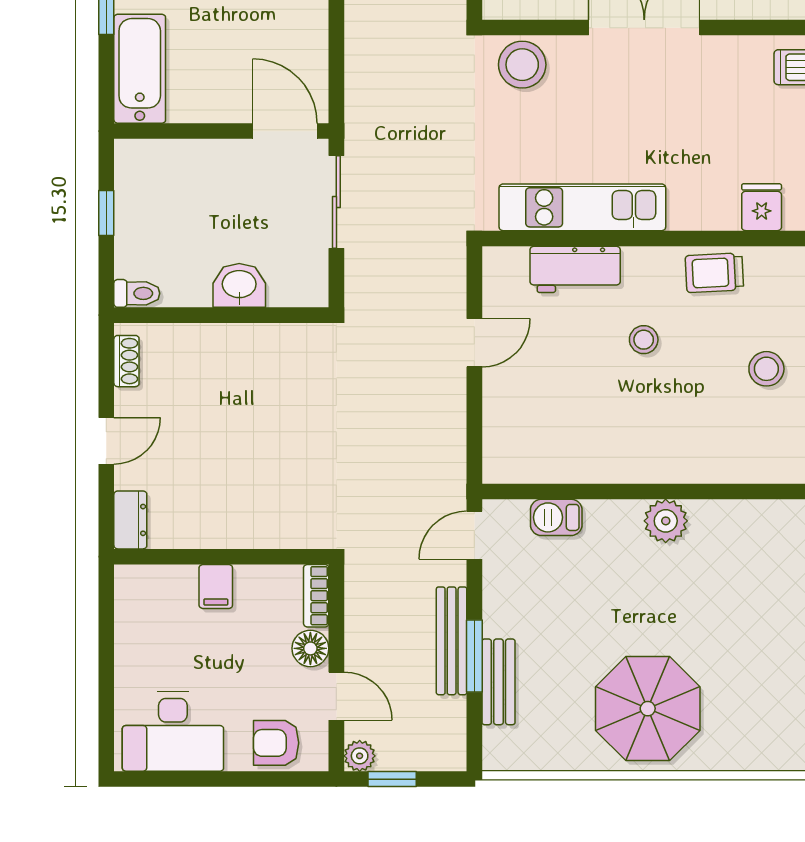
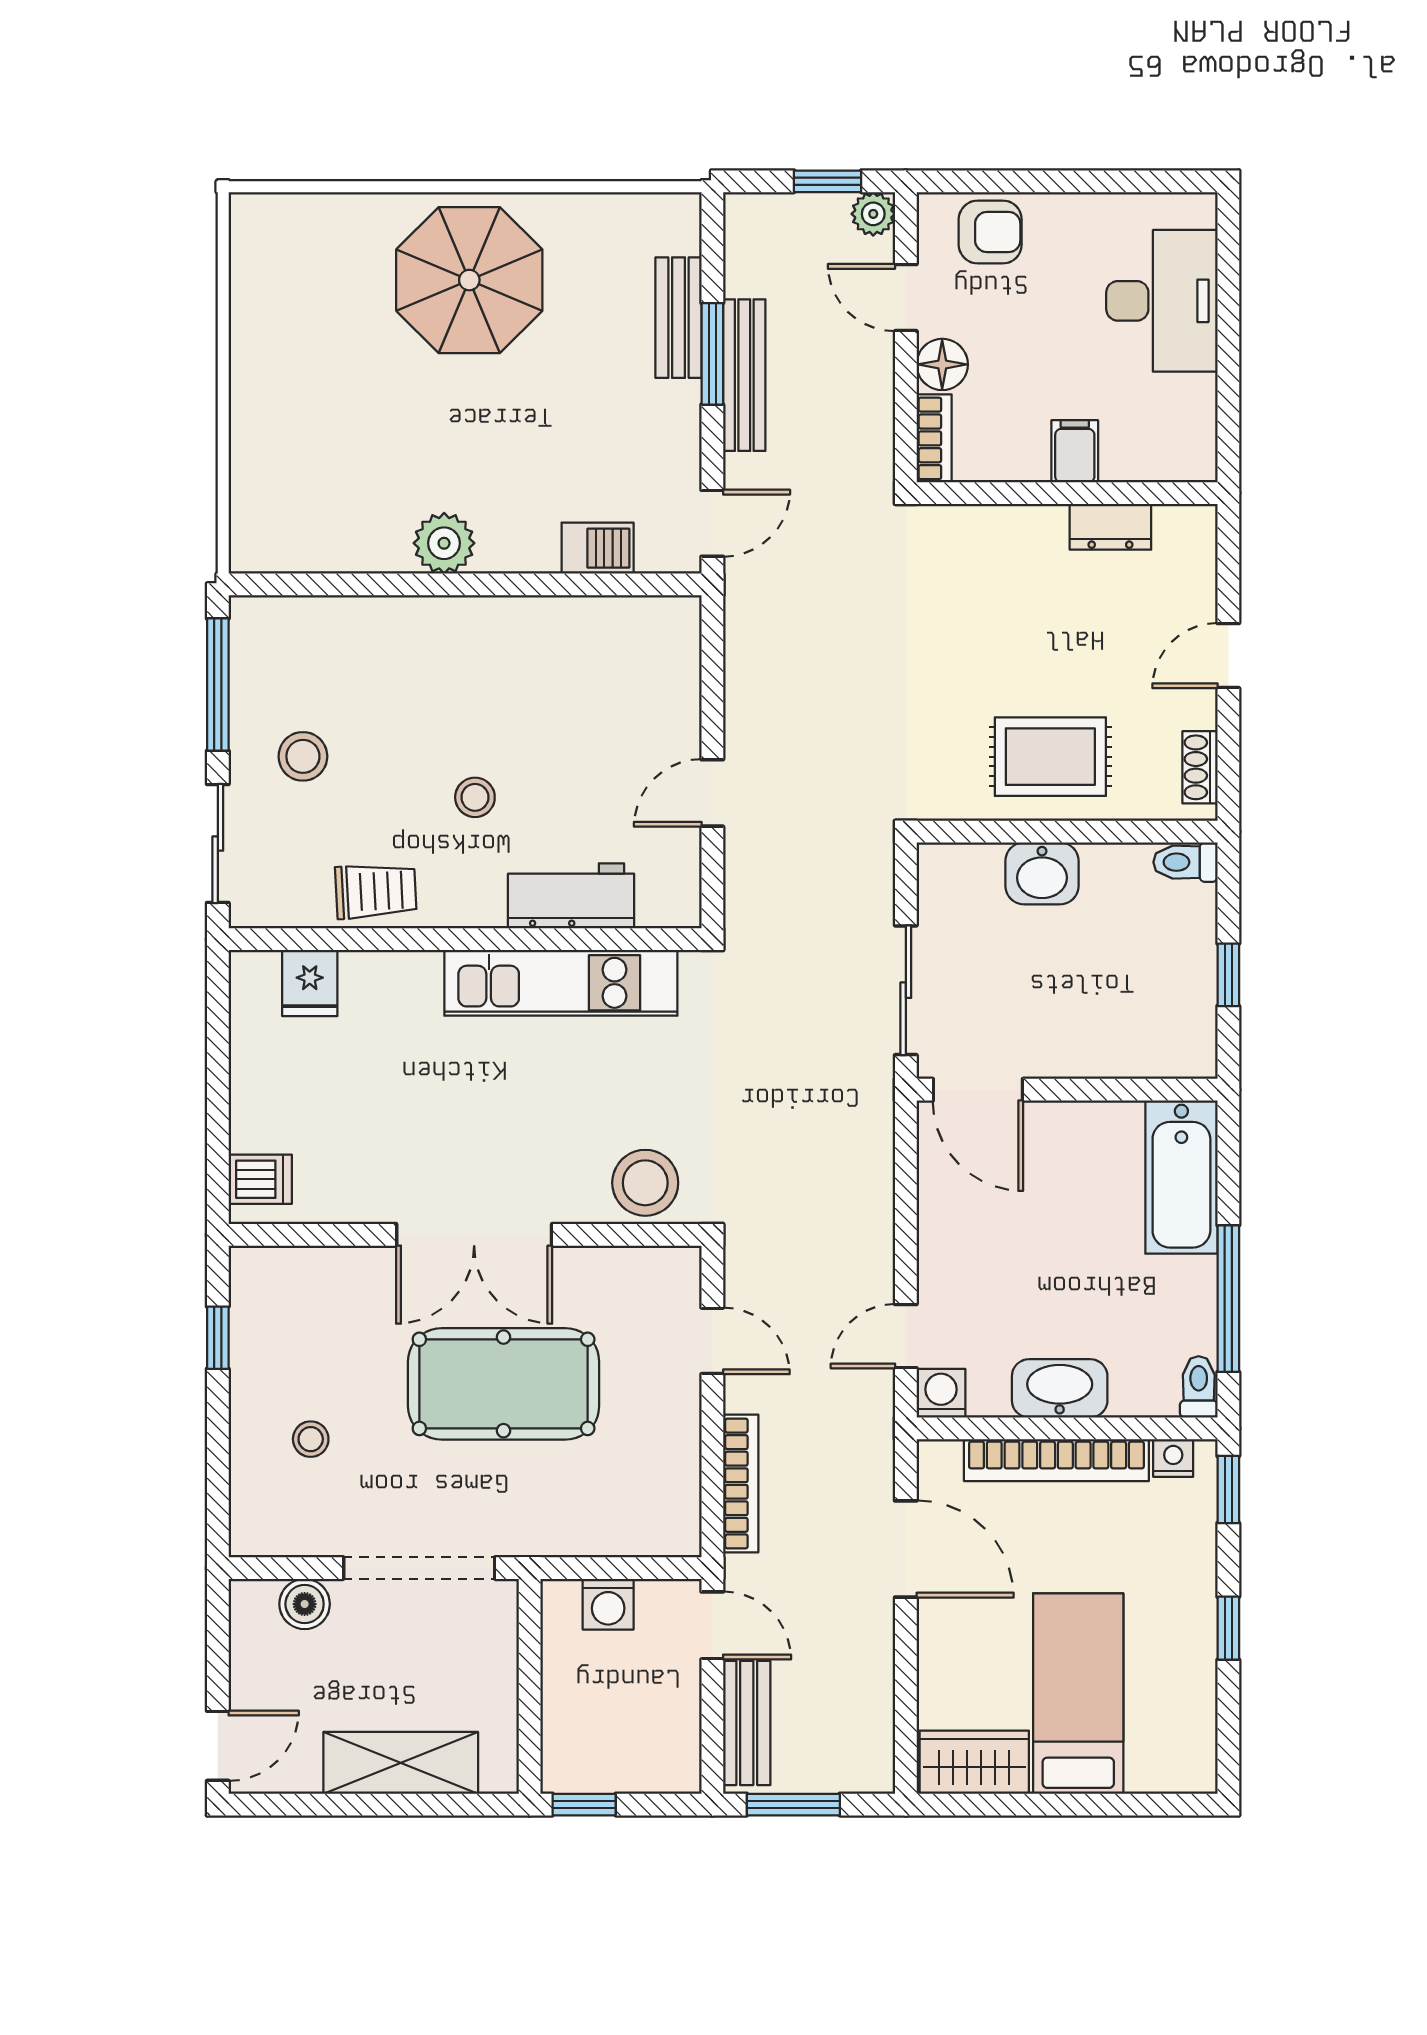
rug: (233, 369) -> (1050, 757), added
dresser: (130, 520) -> (1110, 527), moved, turned -90
desk: (173, 732) -> (1162, 301), moved, turned 90

